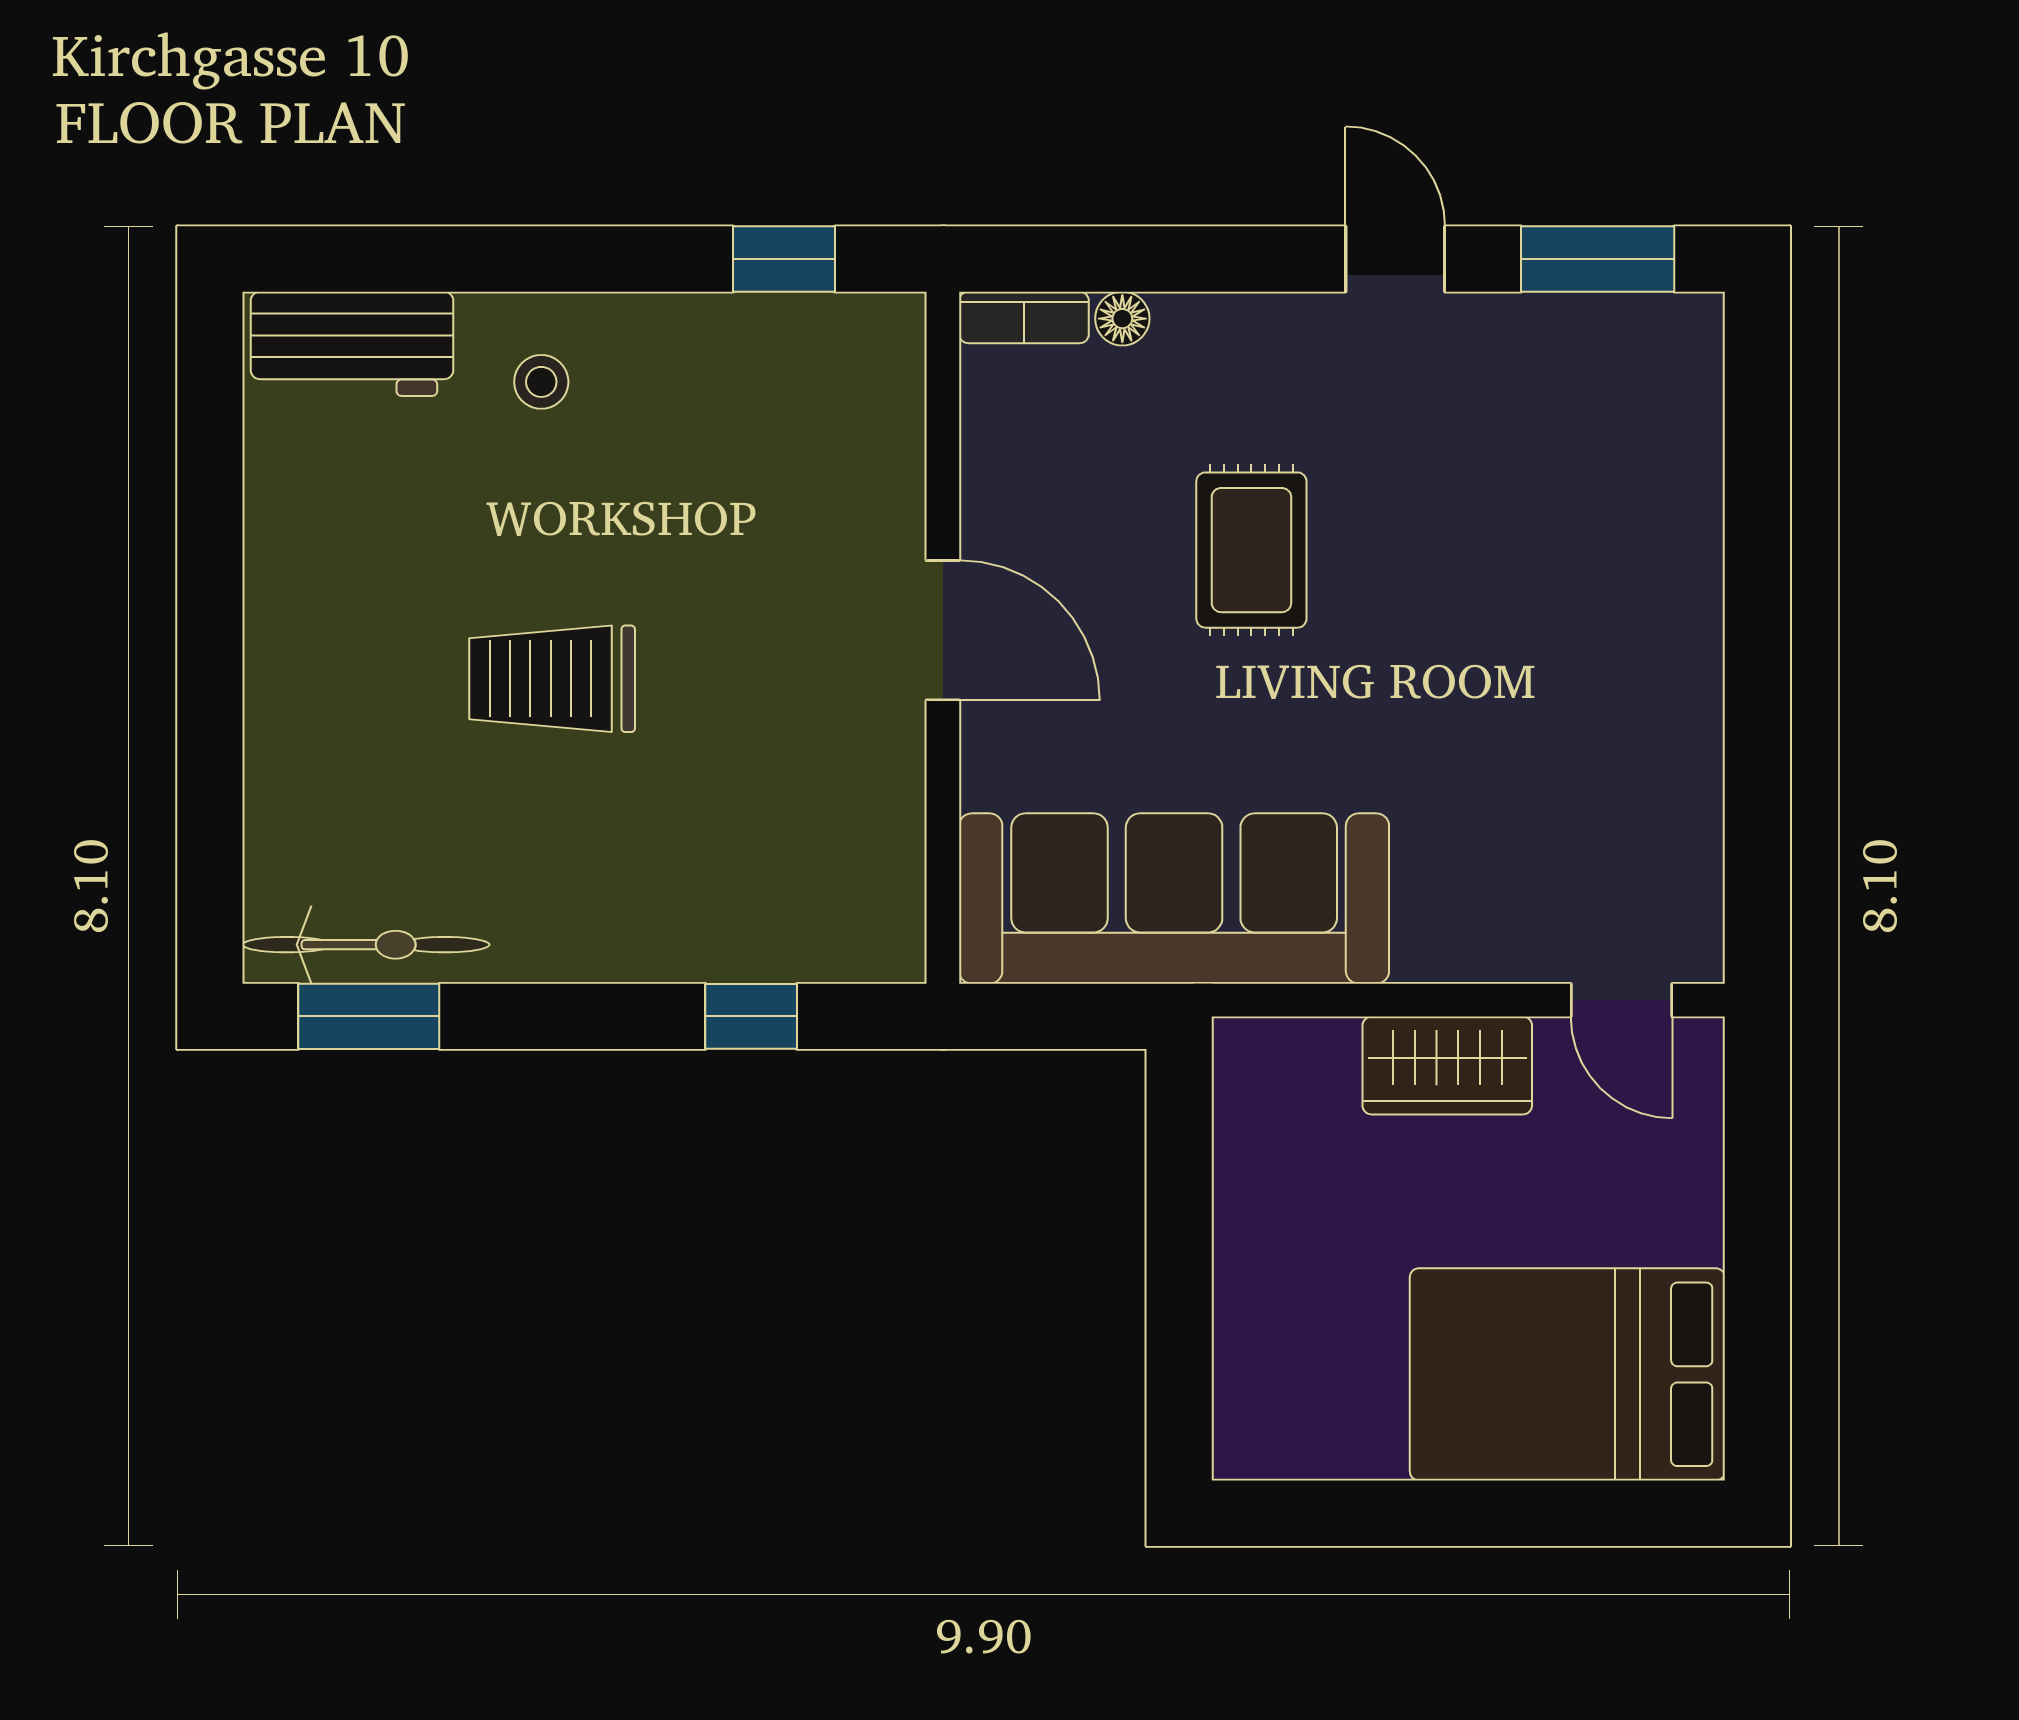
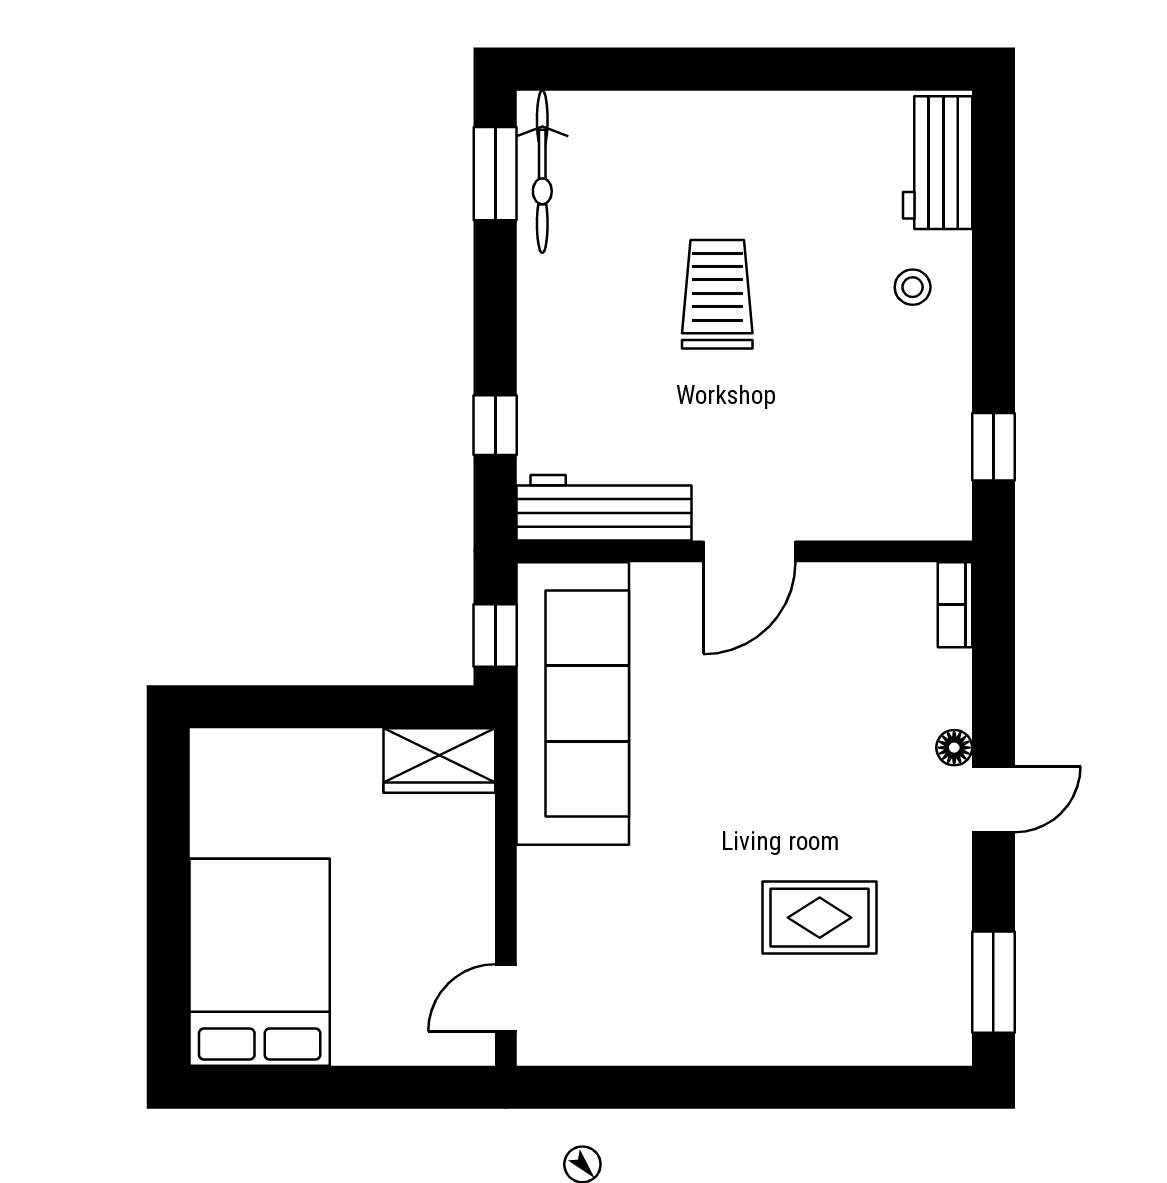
door: (1395, 259) -> (993, 799), moved
floor lamp: (1122, 319) -> (954, 748), moved
rug: (1251, 550) -> (820, 918), moved
workbench: (877, 851) -> (604, 508), added
window: (1071, 1016) -> (495, 635), added
wardrobe: (1447, 1065) -> (439, 760), moved, turned -90

